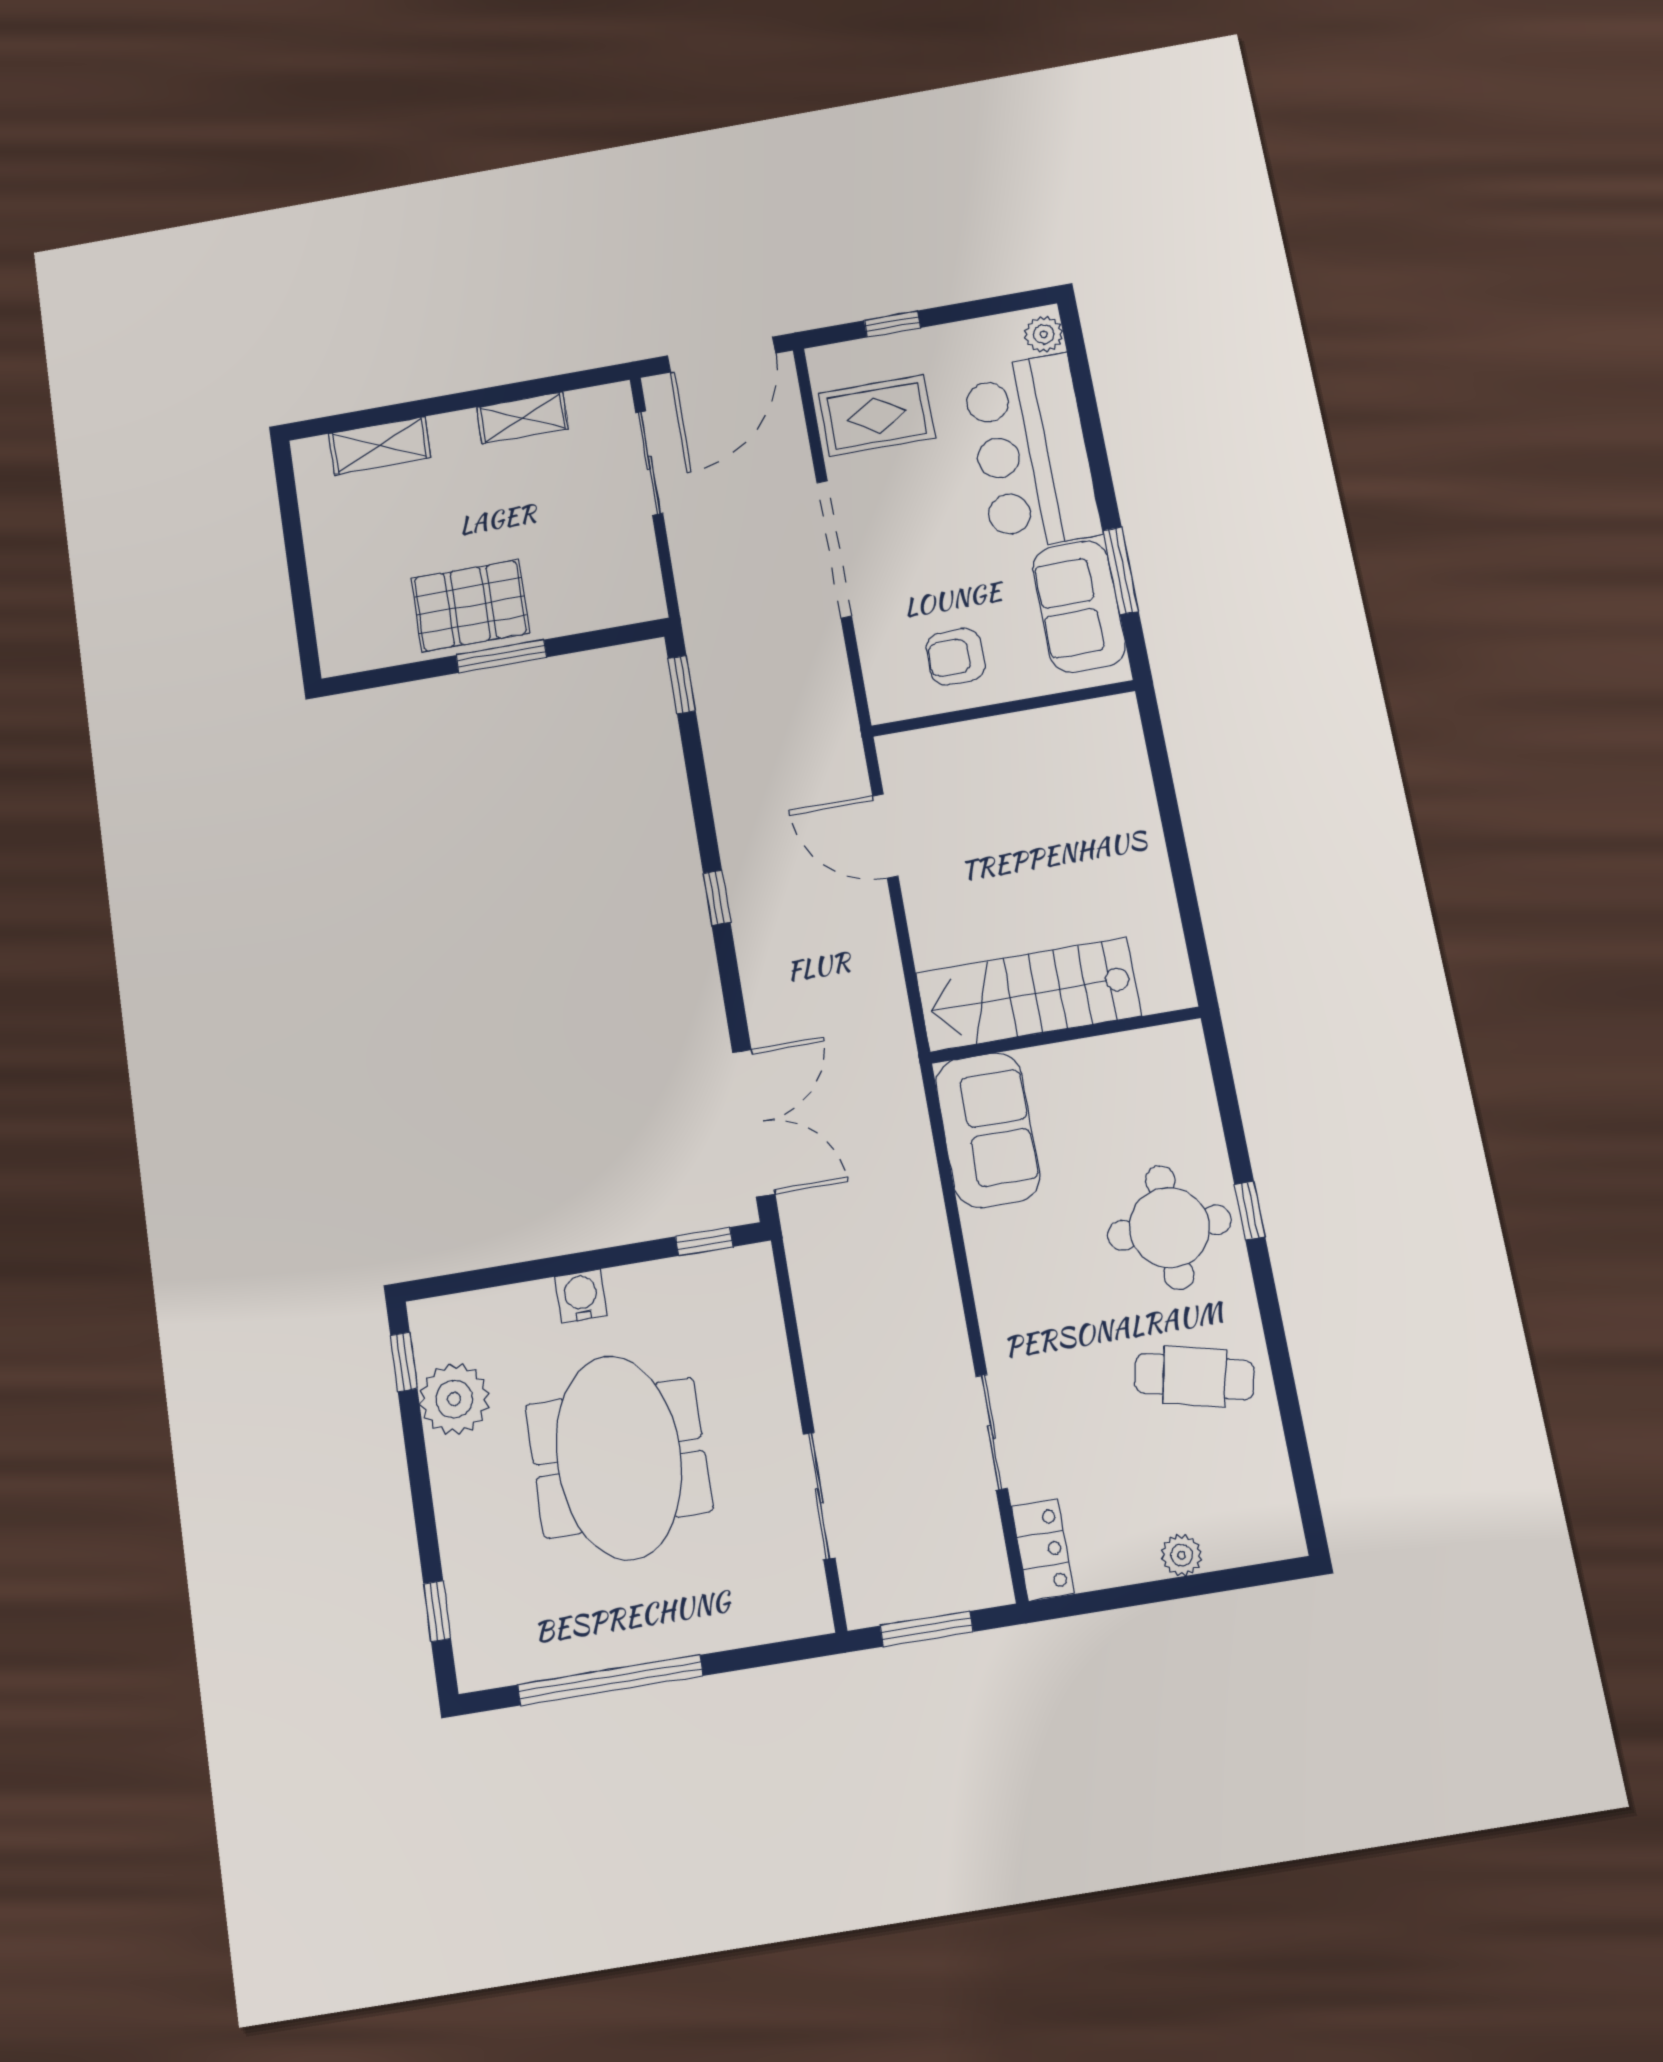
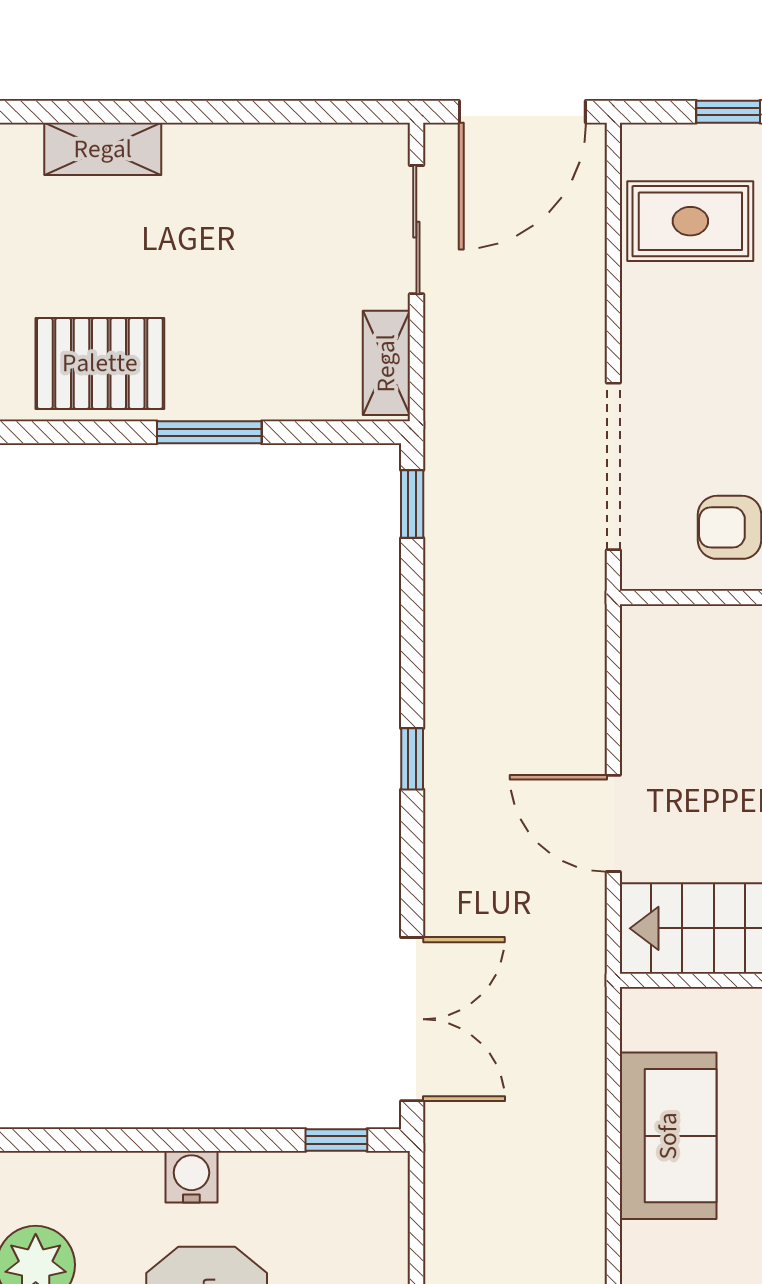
shelving: (522, 418) -> (386, 363), moved, turned 90
doorway: (834, 549) -> (613, 466), moved
pallet: (470, 606) -> (100, 363), moved
door: (885, 836) -> (613, 823), moved
sofa: (988, 1130) -> (668, 1136), moved

